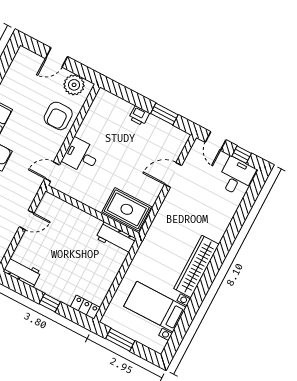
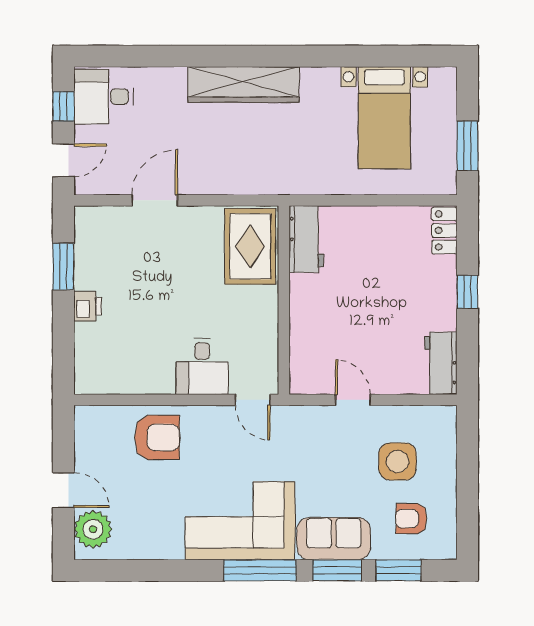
plant: (74, 85) -> (93, 529), moved
door: (173, 175) -> (155, 200), swing flipped
wardrobe: (196, 266) -> (243, 85), moved

